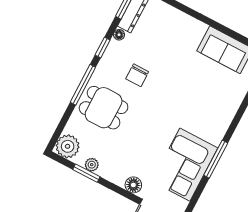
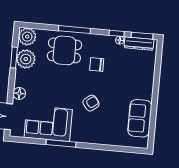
window: (103, 48) -> (117, 33), moved
armchair: (182, 102) -> (91, 103), added
dining table: (104, 108) -> (64, 50), turned 90
plant: (92, 165) -> (26, 59), width x1.88, depth x1.88

